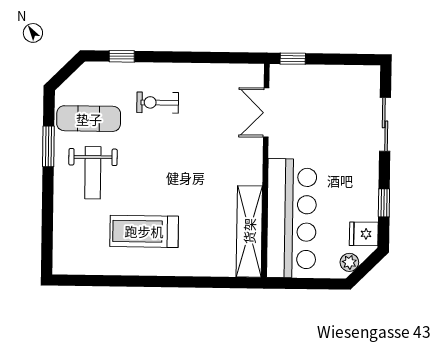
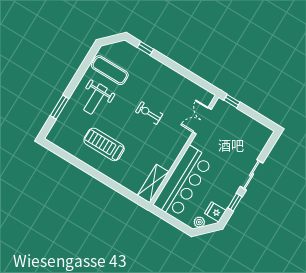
exercise bike: (158, 103) -> (149, 113), moved
sliding door: (385, 124) -> (252, 175), moved
window: (48, 146) -> (60, 107), moved
shelving: (249, 231) -> (153, 184), width x0.68

